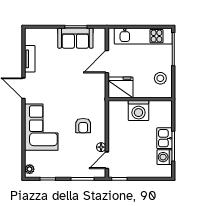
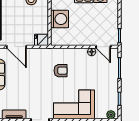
fridge: (121, 87) -> (42, 40), width x0.53, depth x0.75
armchair: (83, 126) -> (61, 71), moved

